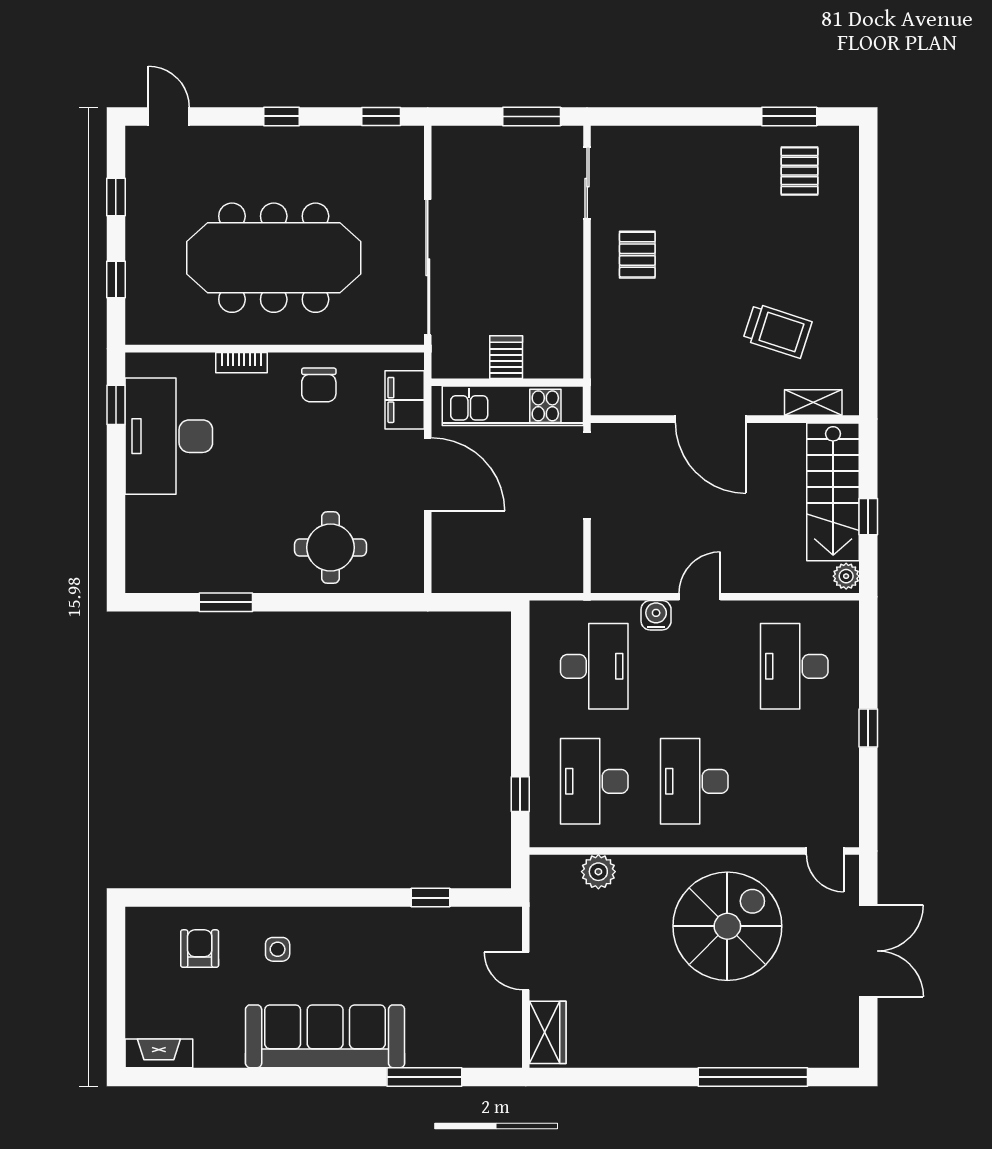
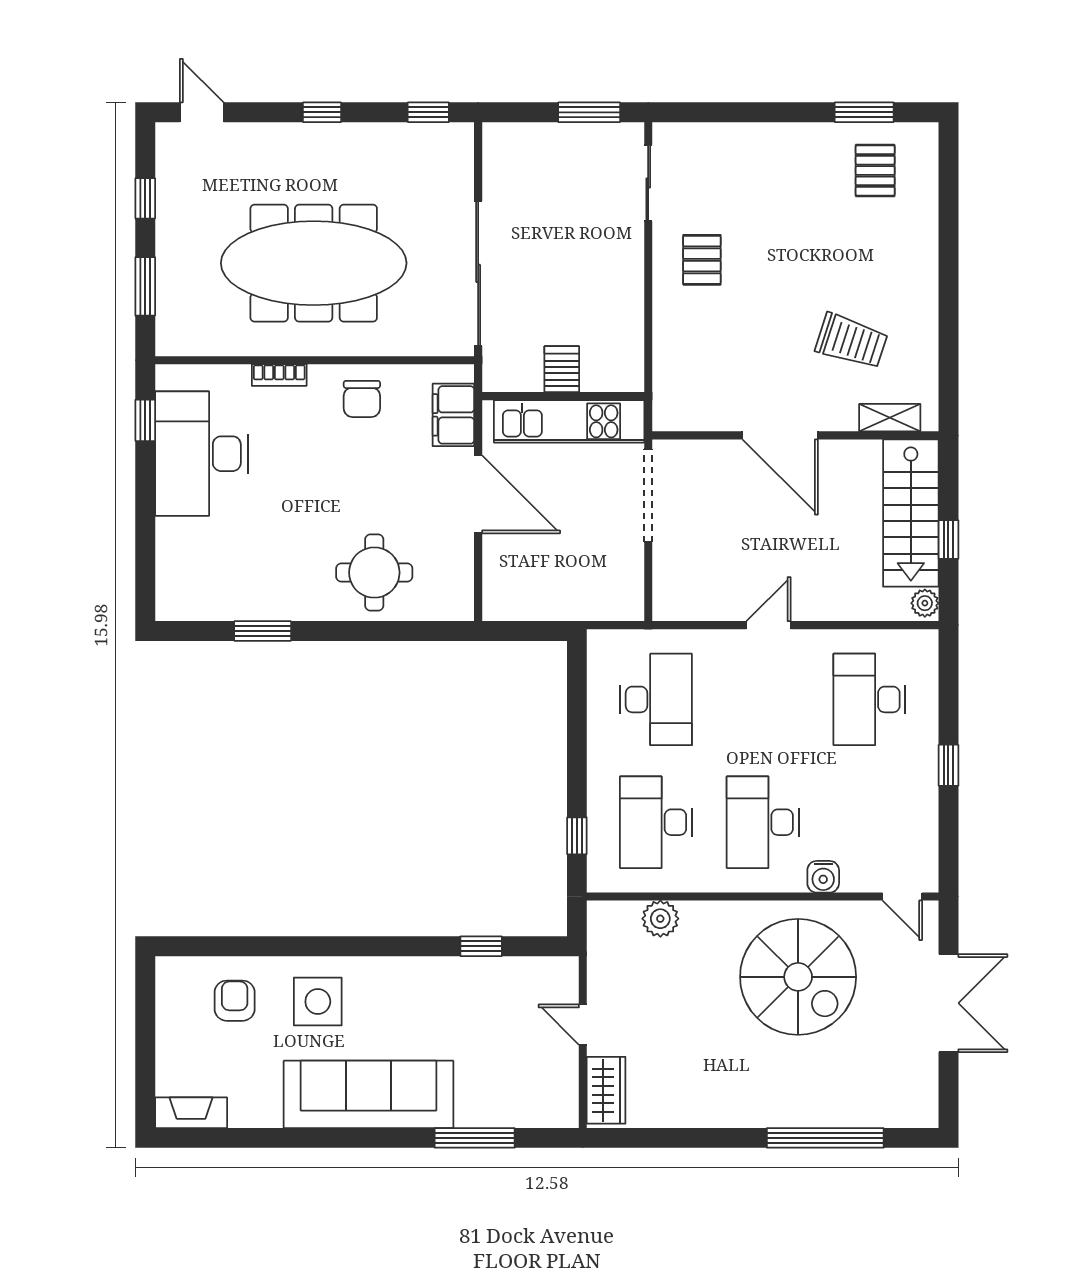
window: (116, 279) -> (145, 286), width x1.50
water cooler: (656, 615) -> (823, 877), moved, turned 180
spiral stairs: (727, 926) -> (798, 977), turned 90
side table: (278, 949) -> (318, 1002), width x1.87, depth x1.87

